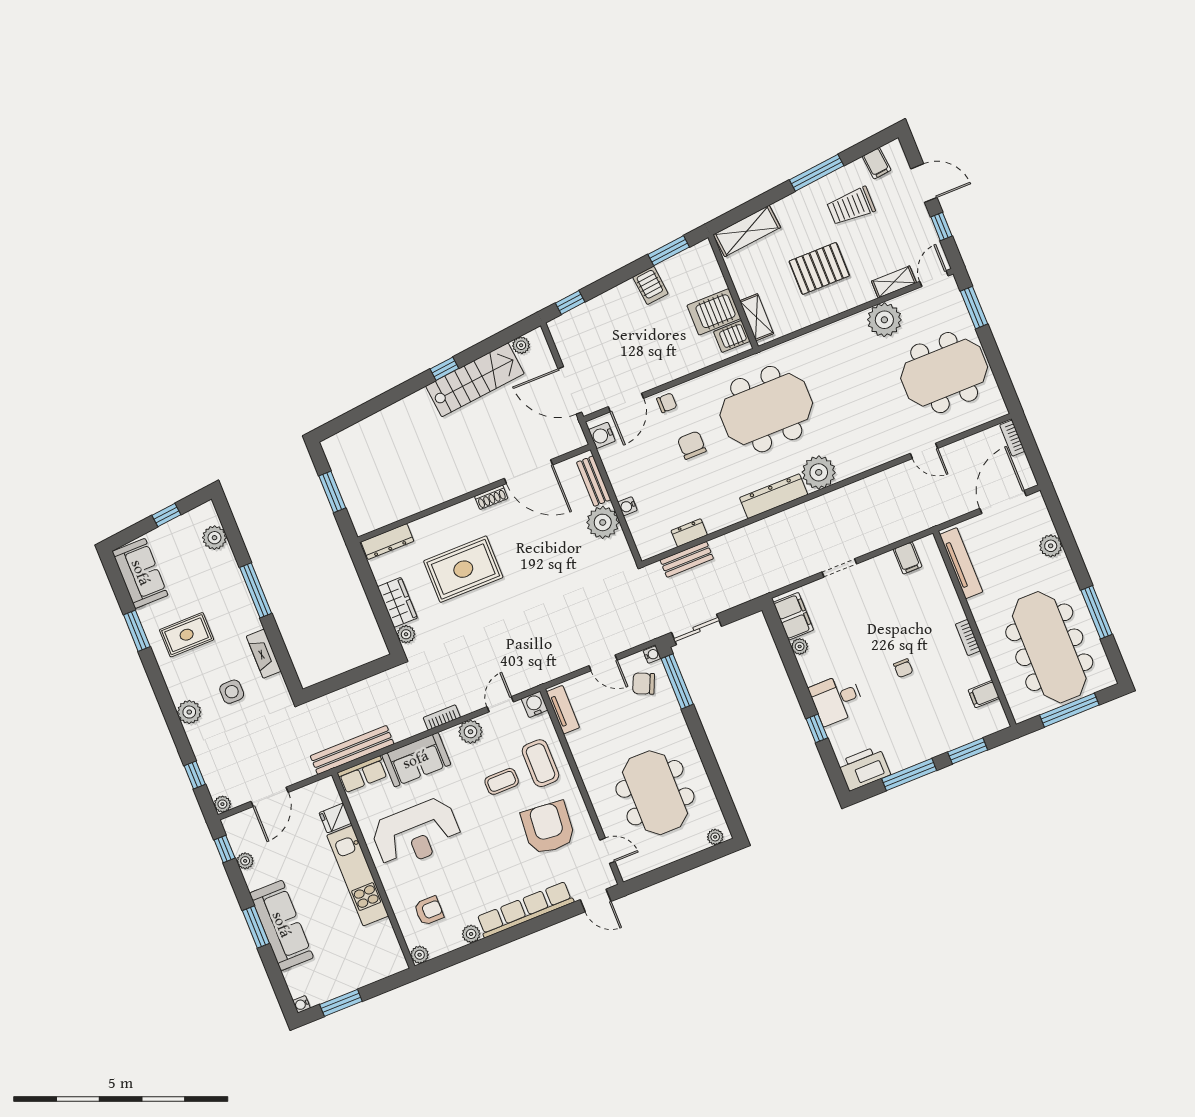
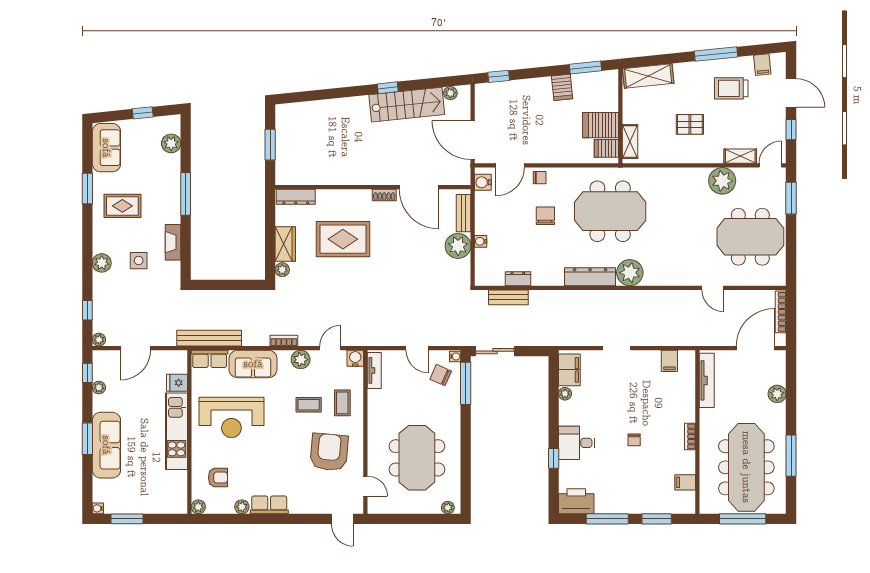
pallet: (819, 268) -> (690, 124), width x0.67, depth x0.71
bookcase: (1012, 438) -> (781, 312), width x1.56
coffee table: (540, 763) -> (342, 403), width x0.73, depth x0.77
row of seats: (525, 910) -> (269, 505), width x0.50

